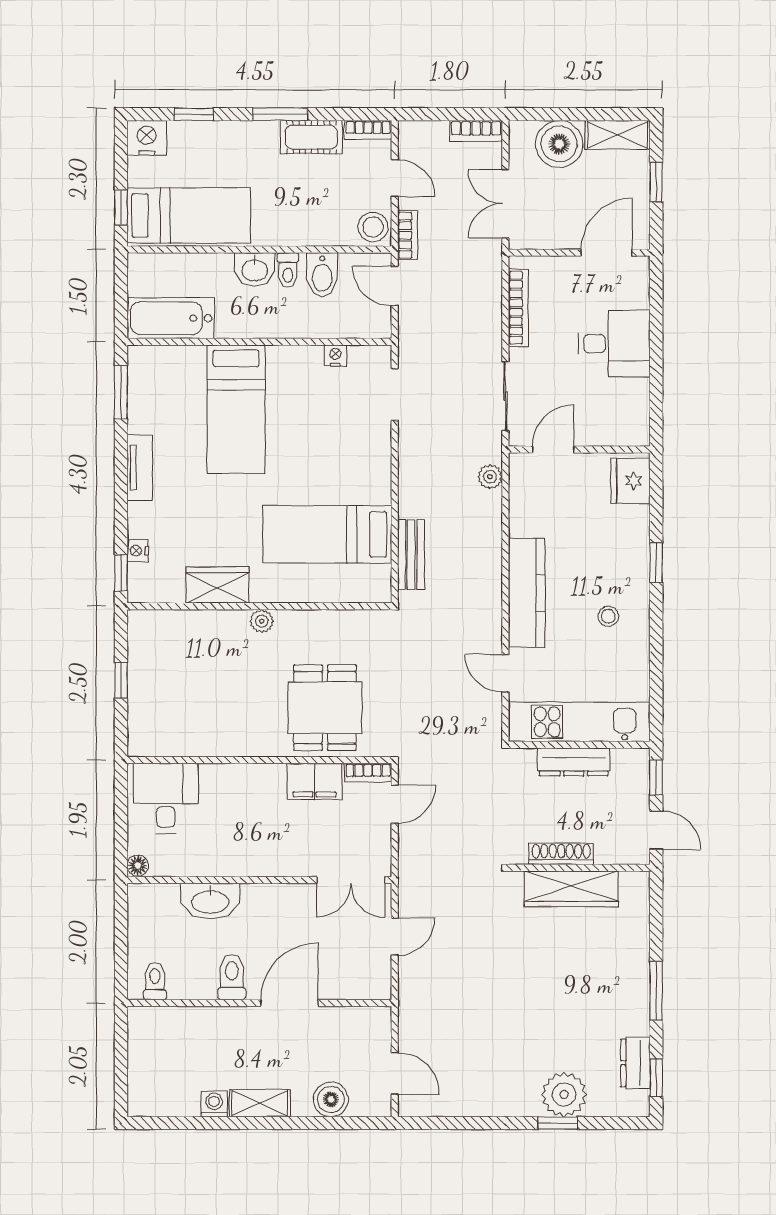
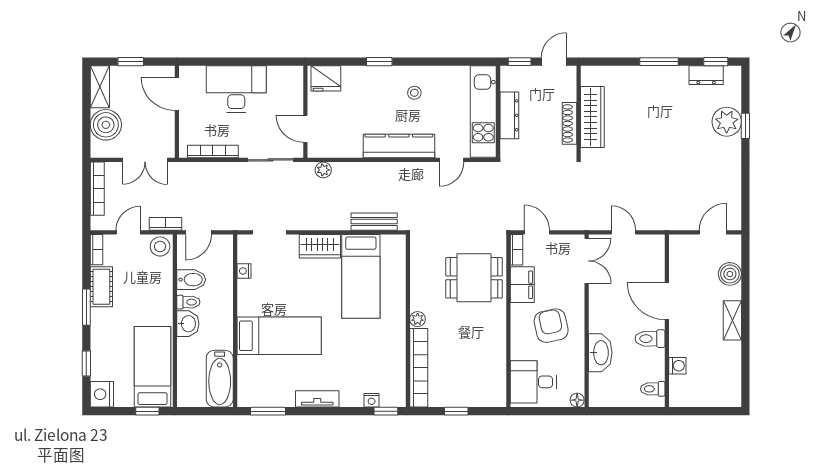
bookcase: (476, 131) -> (97, 189), width x1.56
desk: (614, 344) -> (236, 89), width x1.37
wardrobe: (217, 585) -> (320, 246), moved, turned -90
bookcase: (187, 623) -> (419, 368), added
armchair: (252, 826) -> (551, 326), added
washing machine: (214, 1104) -> (677, 366), moved, turned 180

